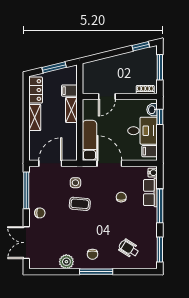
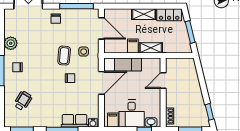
filing cabinet: (69, 91) -> (133, 46), moved
door: (107, 97) -> (163, 81), hinge flipped
chair: (121, 197) -> (70, 78), moved

